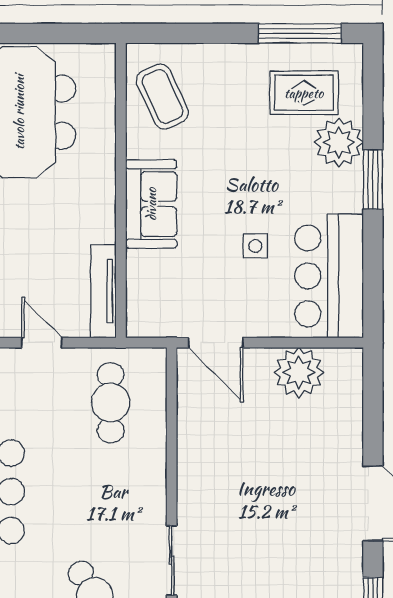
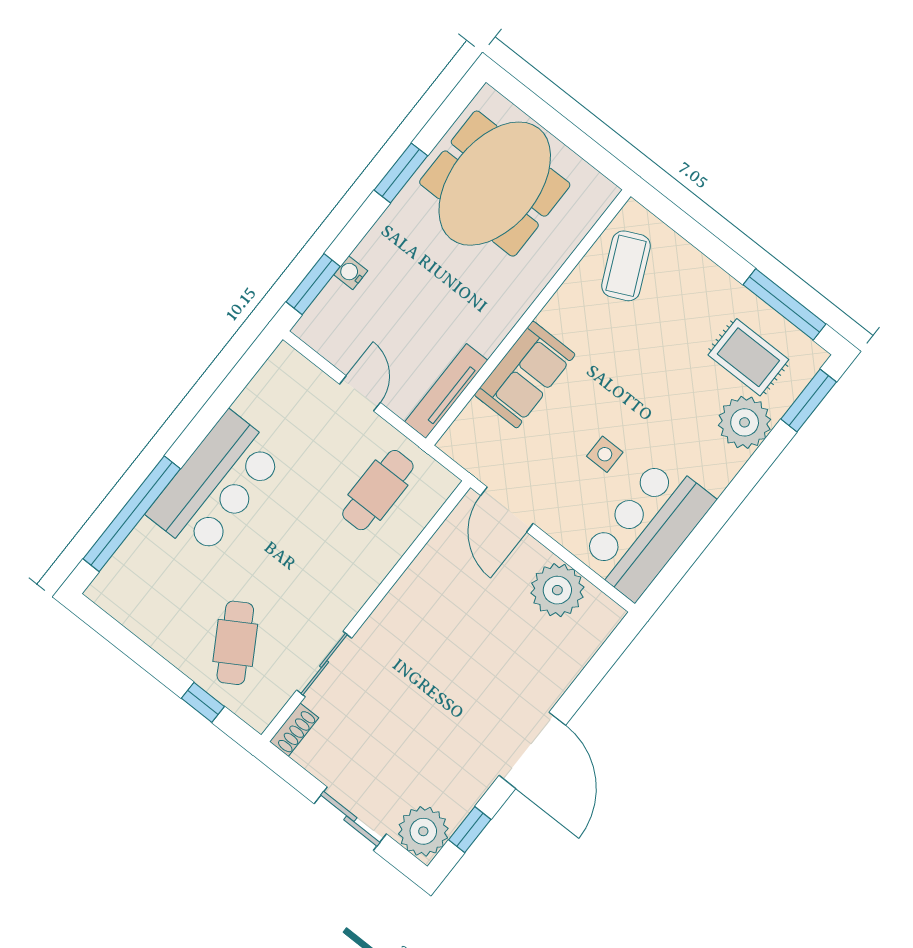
window: (373, 180) -> (809, 401), moved
sofa: (151, 204) -> (525, 375), moved

